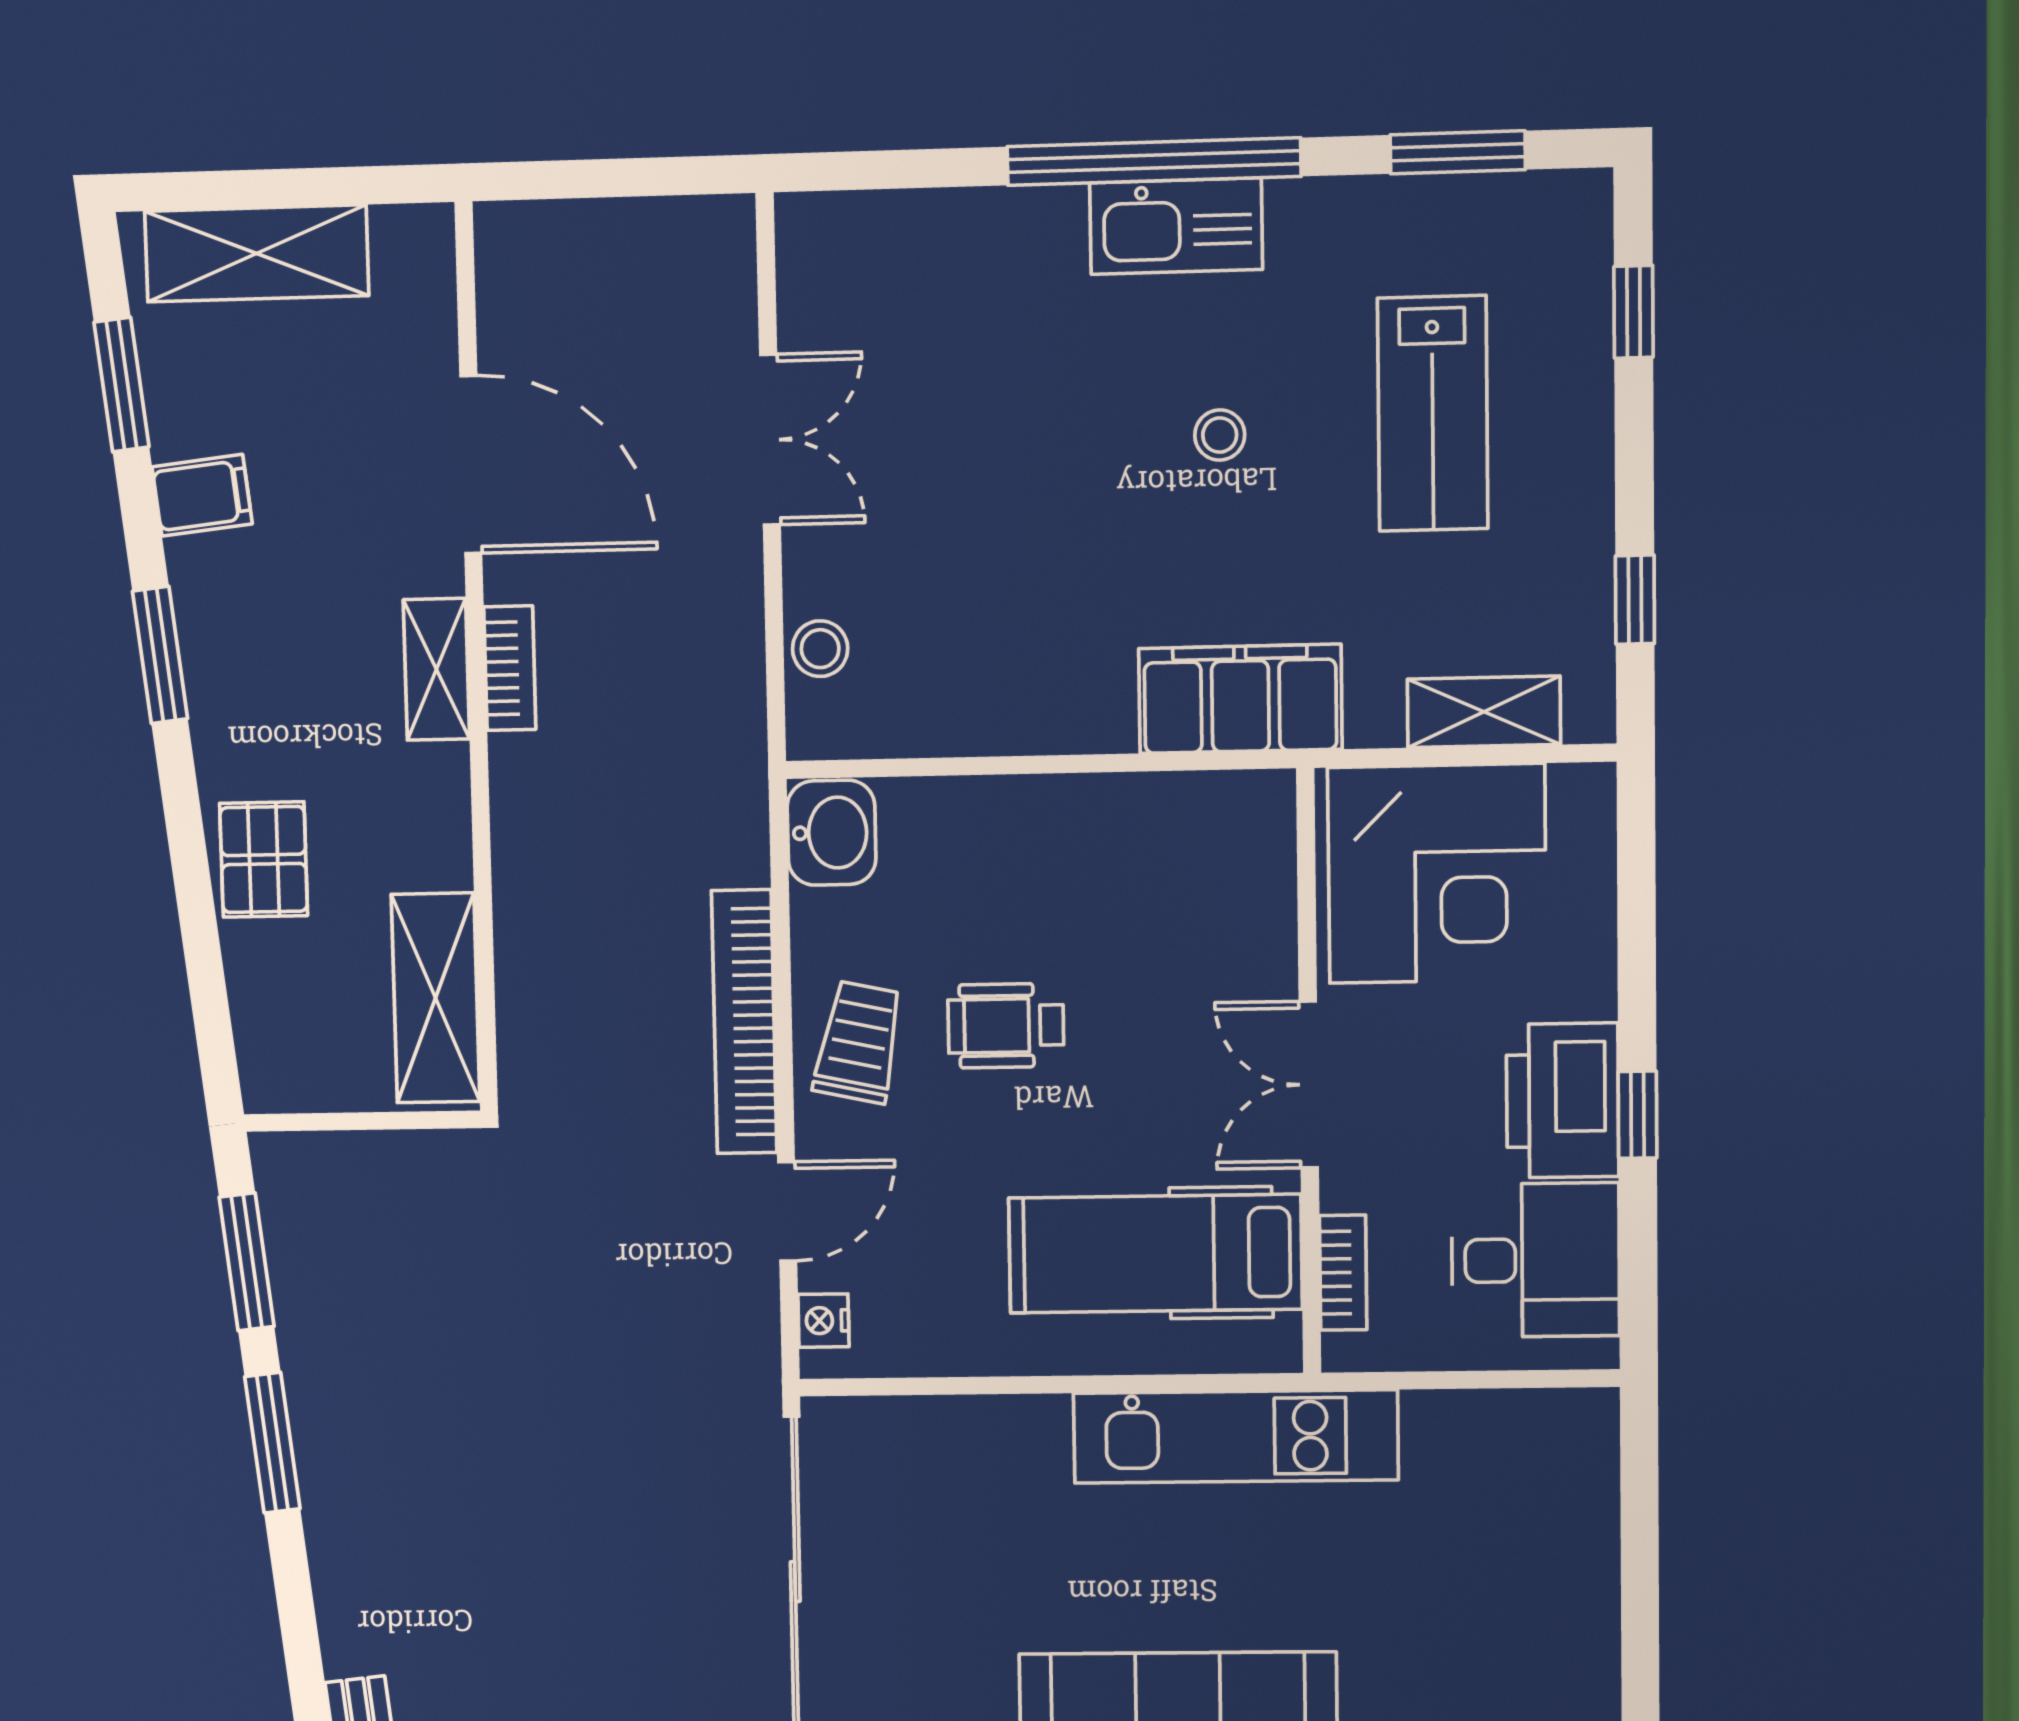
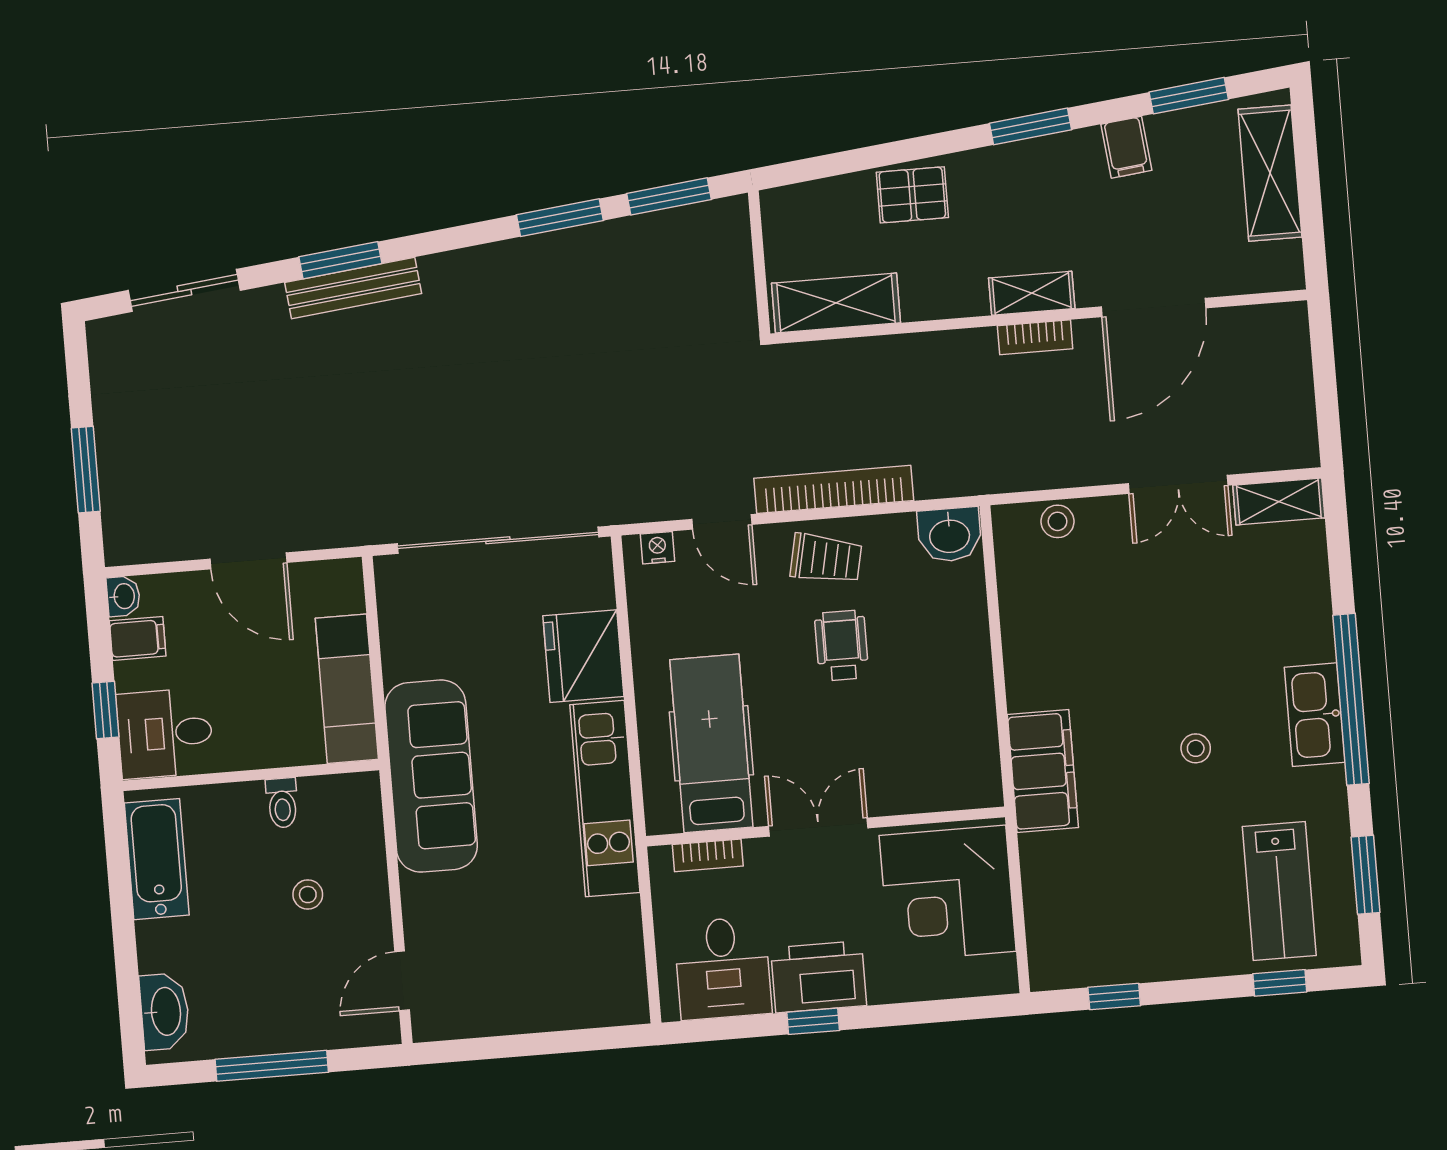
lab bench: (1433, 413) -> (1279, 891), moved, turned -90
shelving: (1484, 712) -> (1279, 502), moved, turned 90
fridge: (996, 1455) -> (583, 656), added

